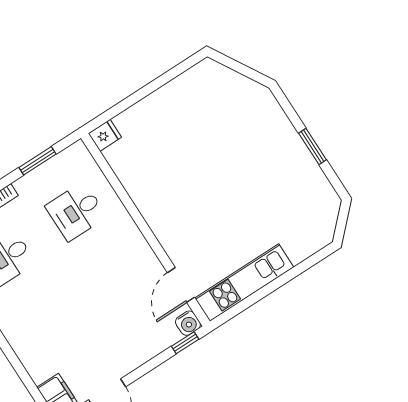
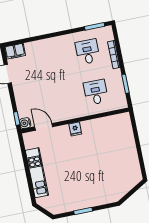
fridge: (105, 135) -> (75, 129), moved
kitchen unit: (244, 283) -> (37, 173), moved

